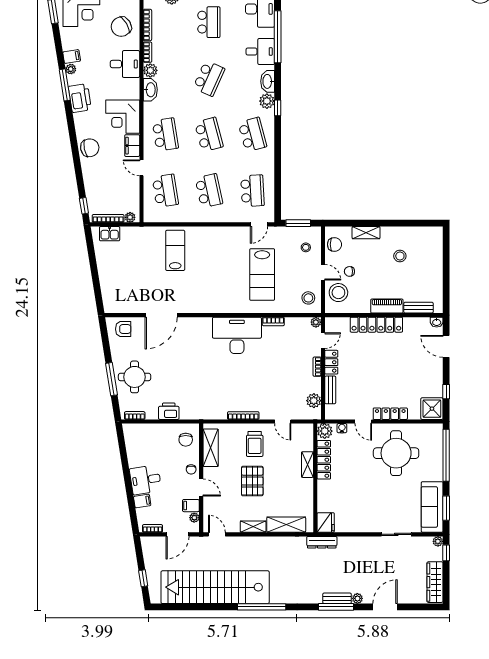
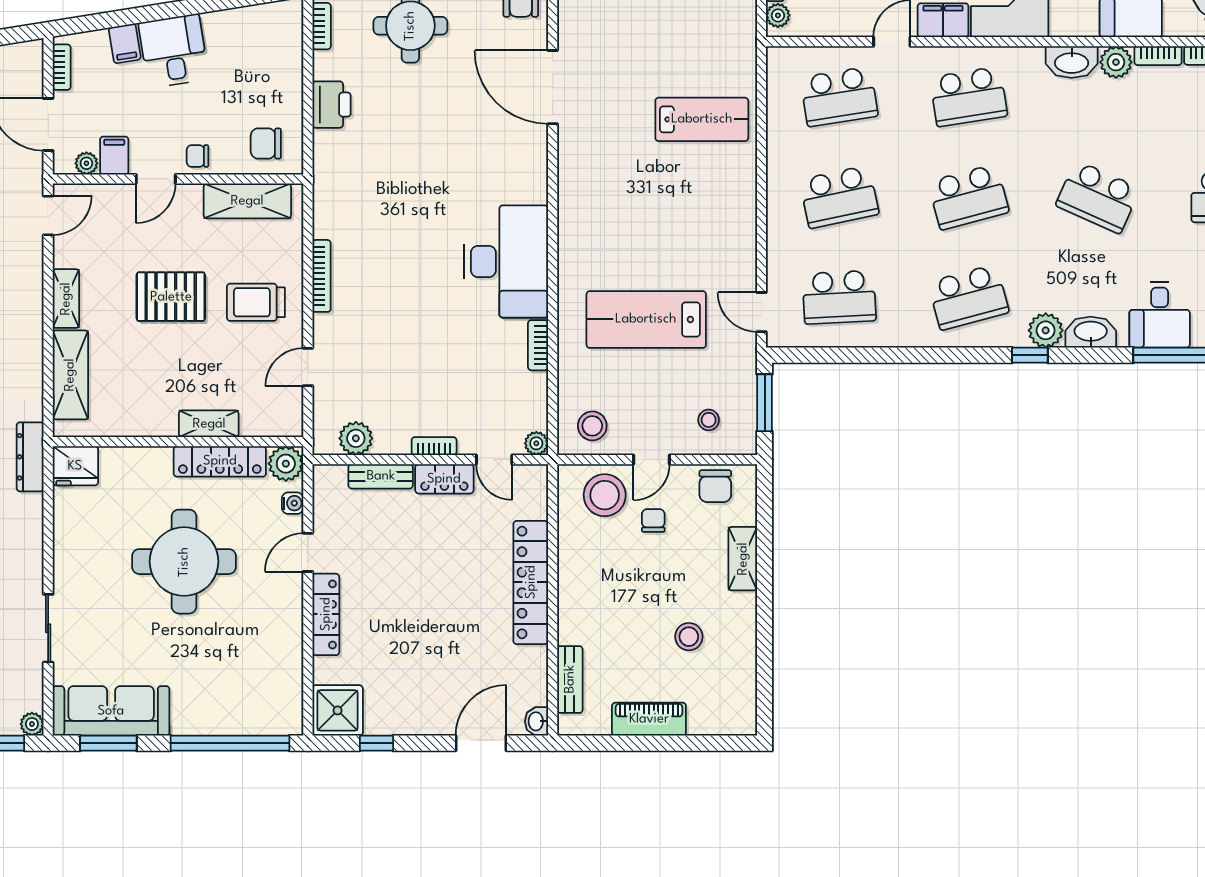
piano: (387, 306) -> (649, 719), moved, turned -90
round table: (396, 453) -> (184, 562), moved

